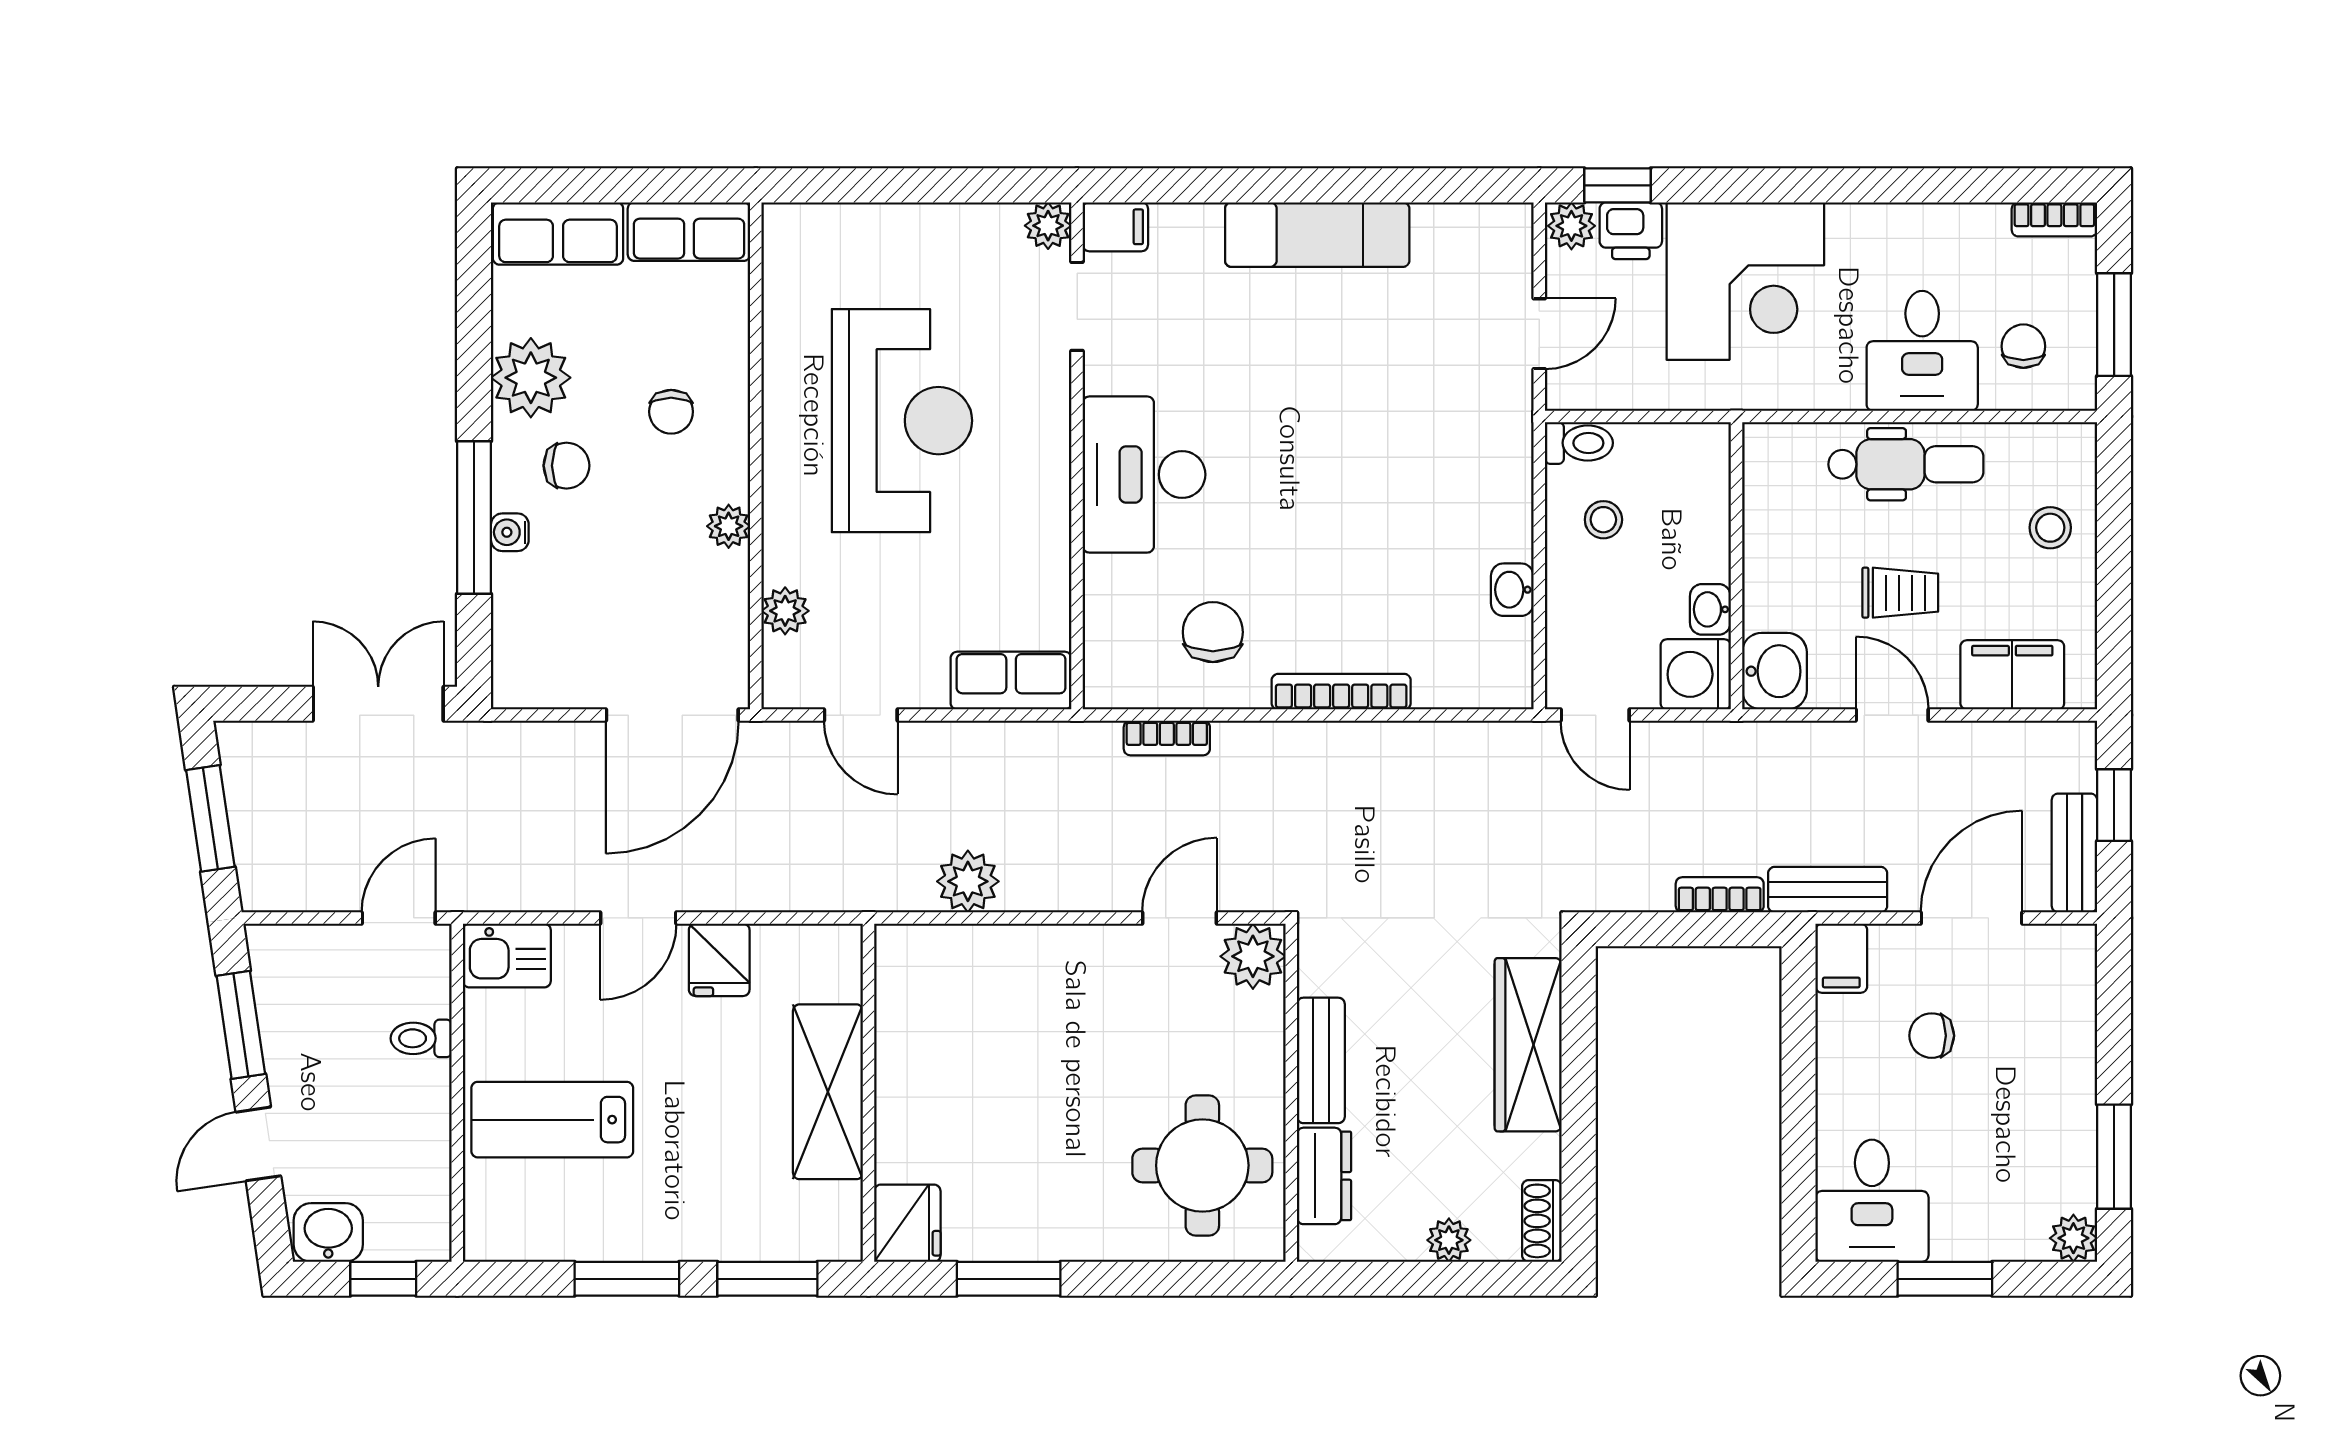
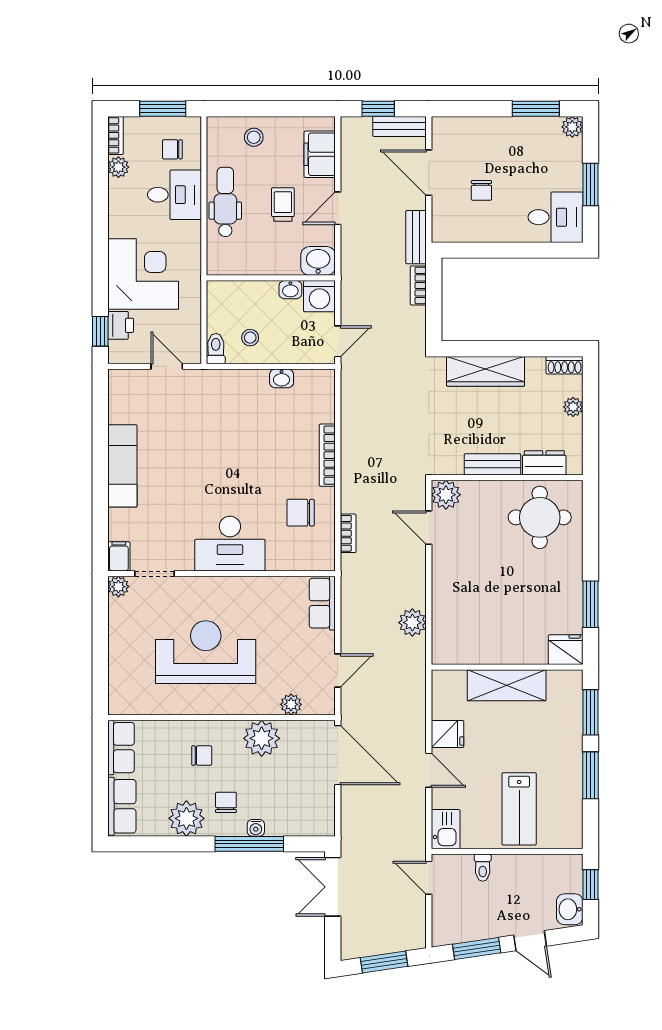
plant: (1571, 226) -> (118, 167), moved
plant: (729, 526) -> (262, 738), width x1.88, depth x1.88
filing cabinet: (1841, 958) -> (447, 231), removed

